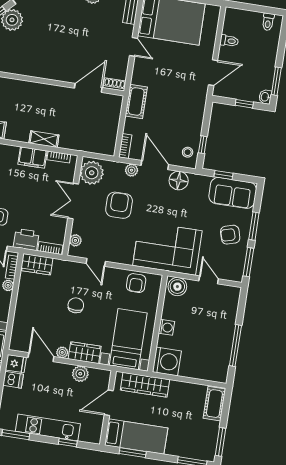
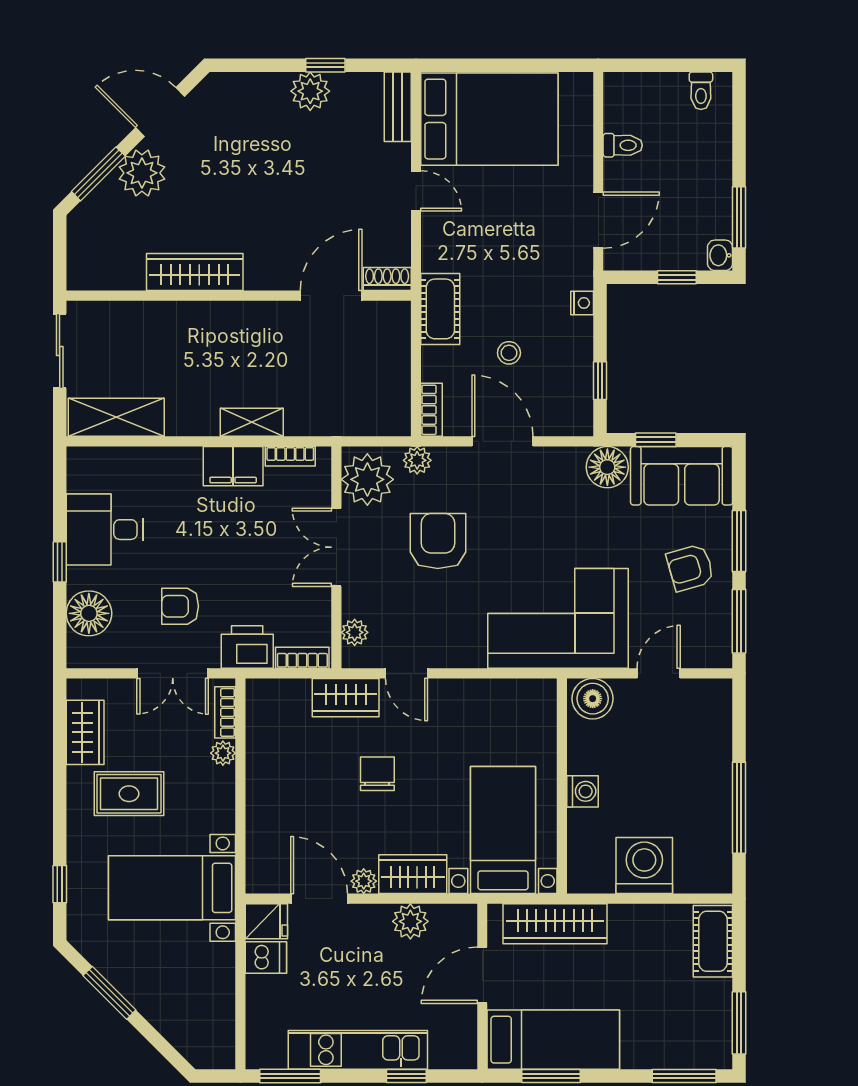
wardrobe: (29, 68) -> (195, 272), added
nightstand: (200, 109) -> (582, 303), added
stool: (188, 152) -> (509, 353), moved
plant: (132, 170) -> (417, 460), moved
floor lamp: (179, 181) -> (607, 467), moved
wardrobe: (37, 264) -> (346, 698), moved
door: (209, 280) -> (659, 673), hinge flipped
armchair: (136, 283) -> (501, 705), removed
washing machine: (167, 361) -> (644, 866), moved, turned -90

